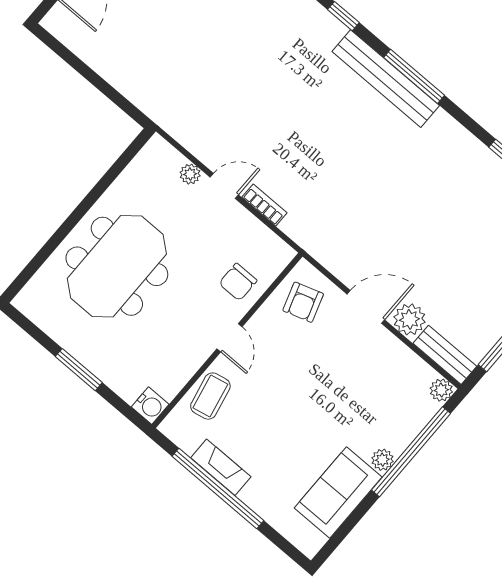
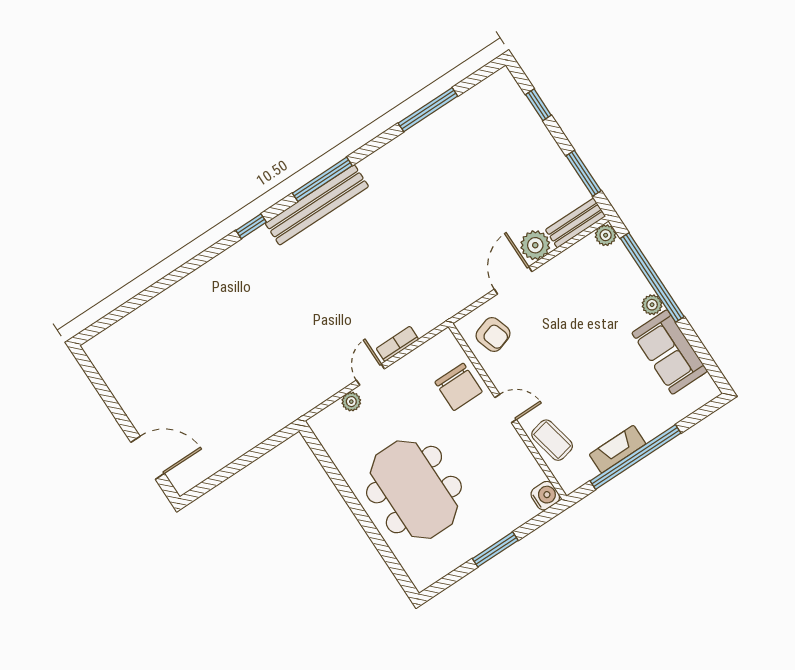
chair: (238, 282) -> (459, 387), width x1.37, depth x1.37

